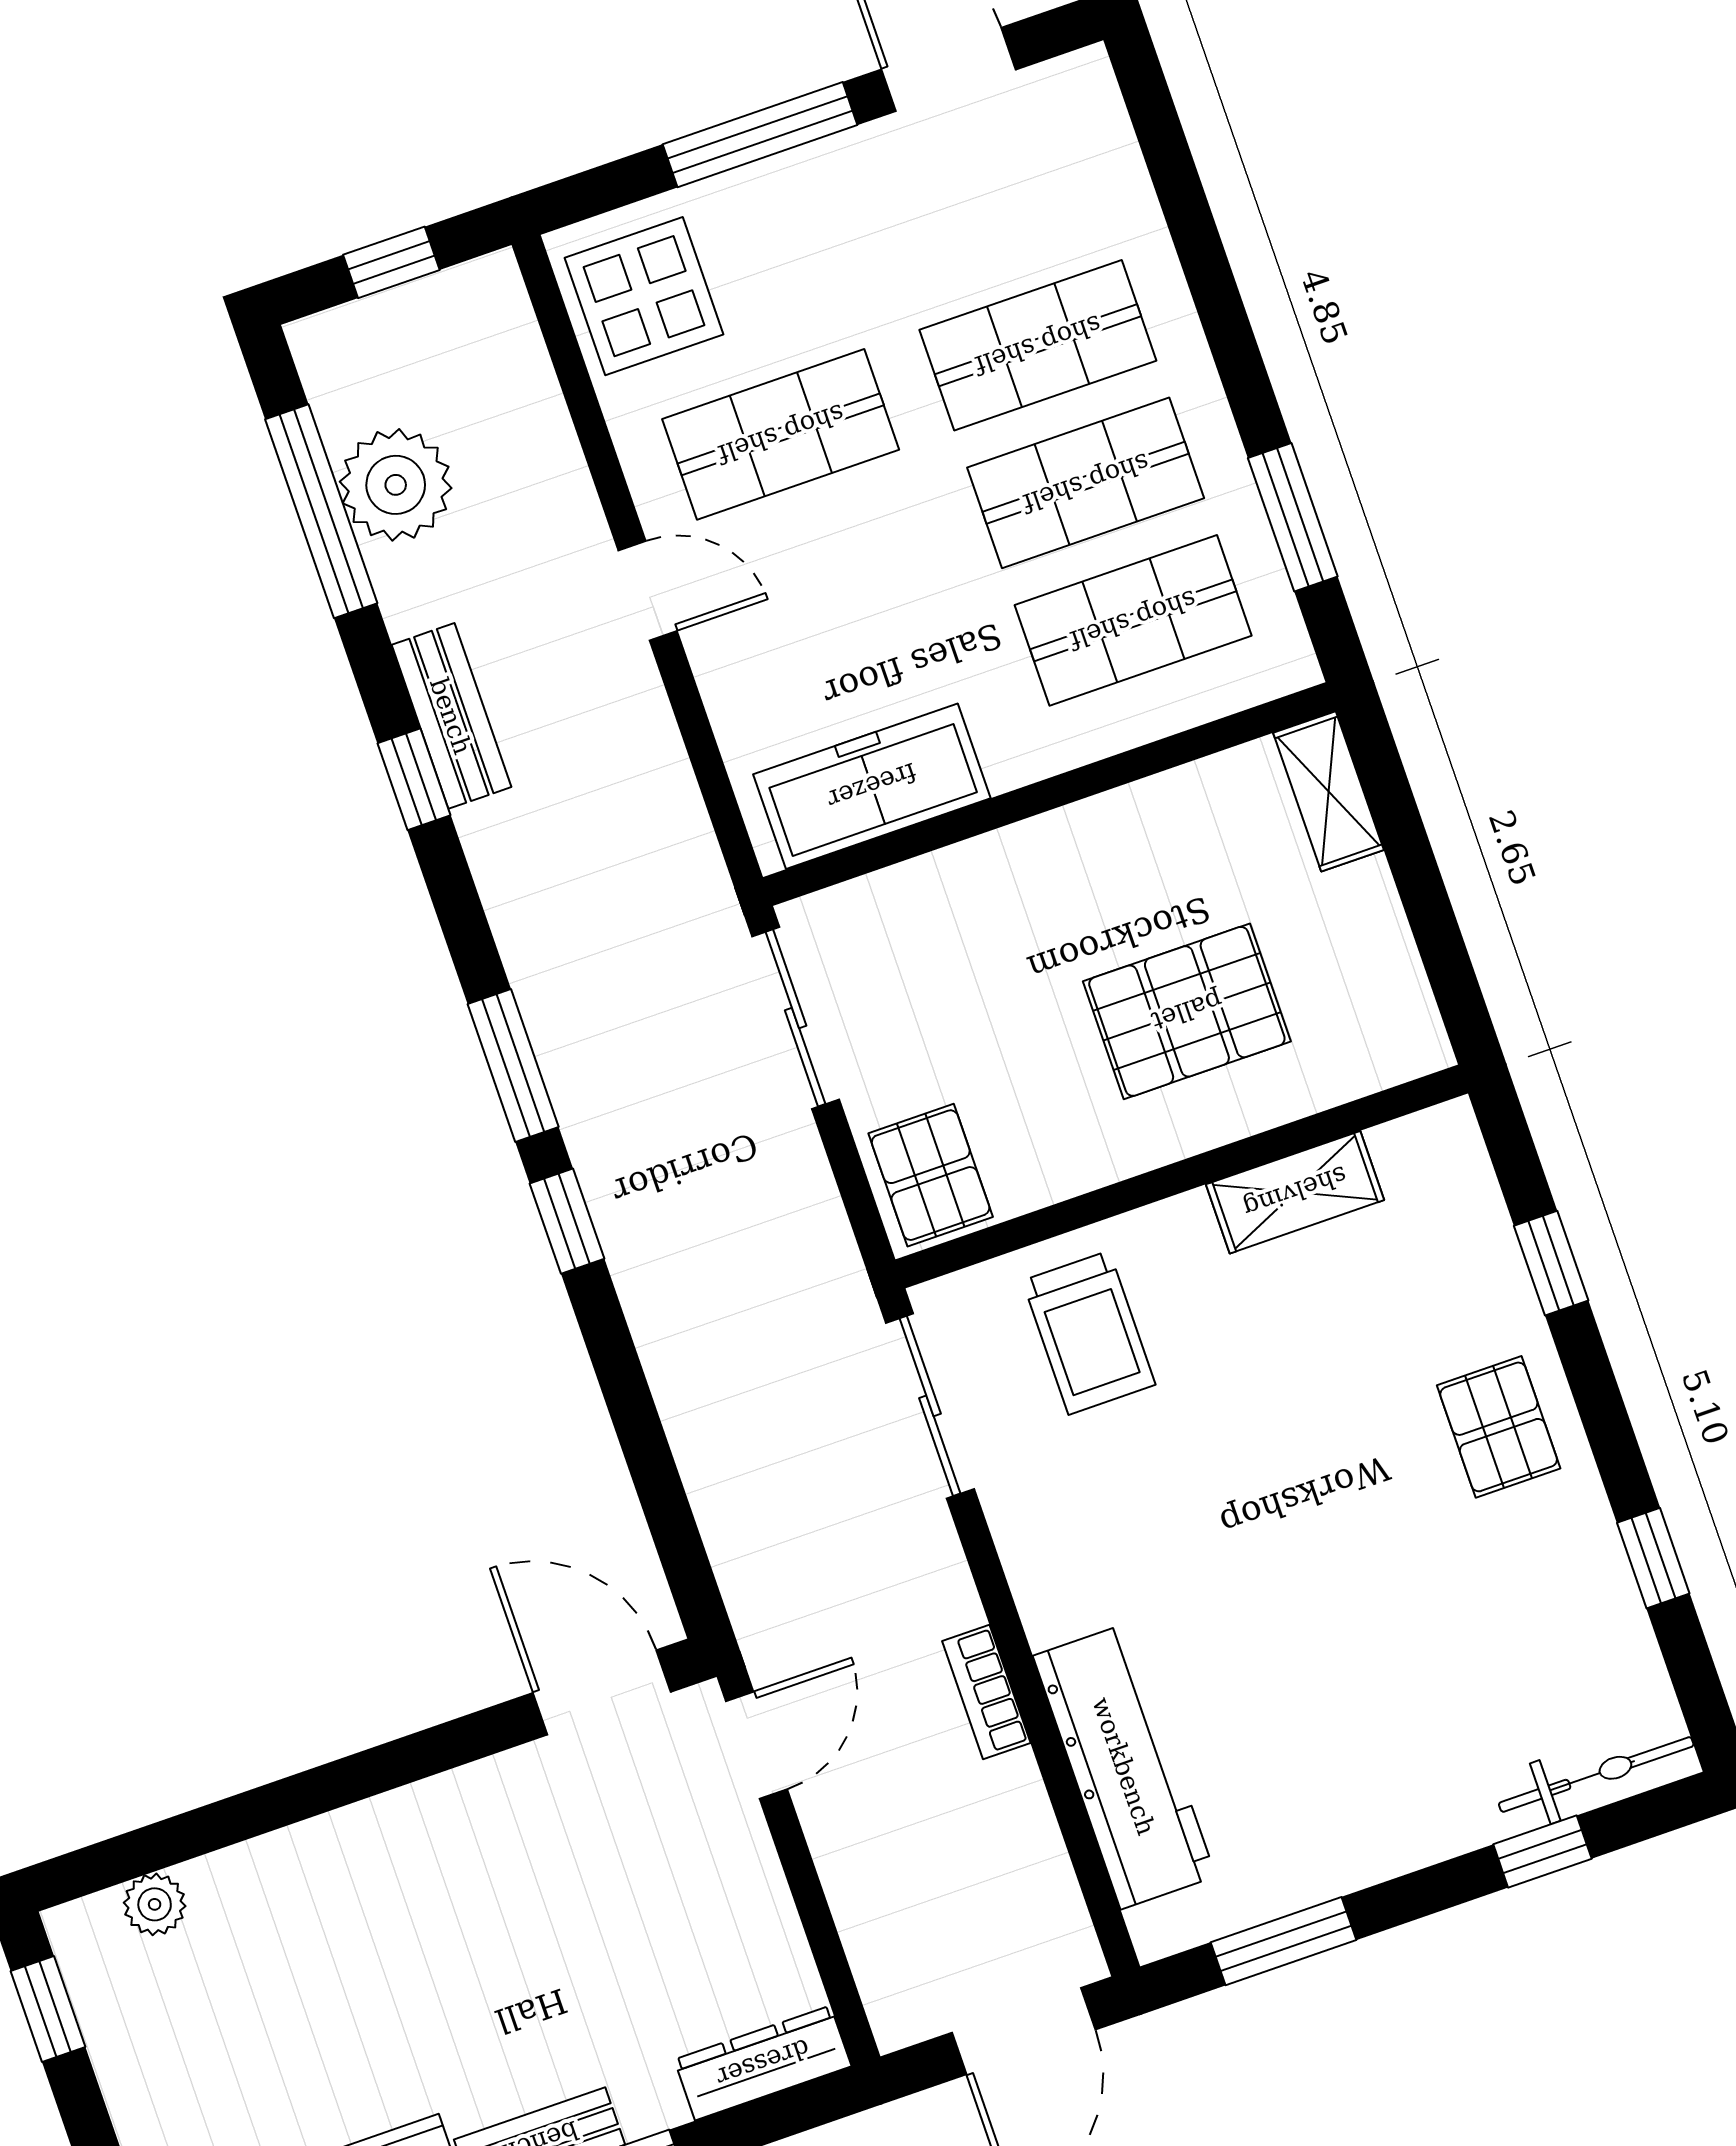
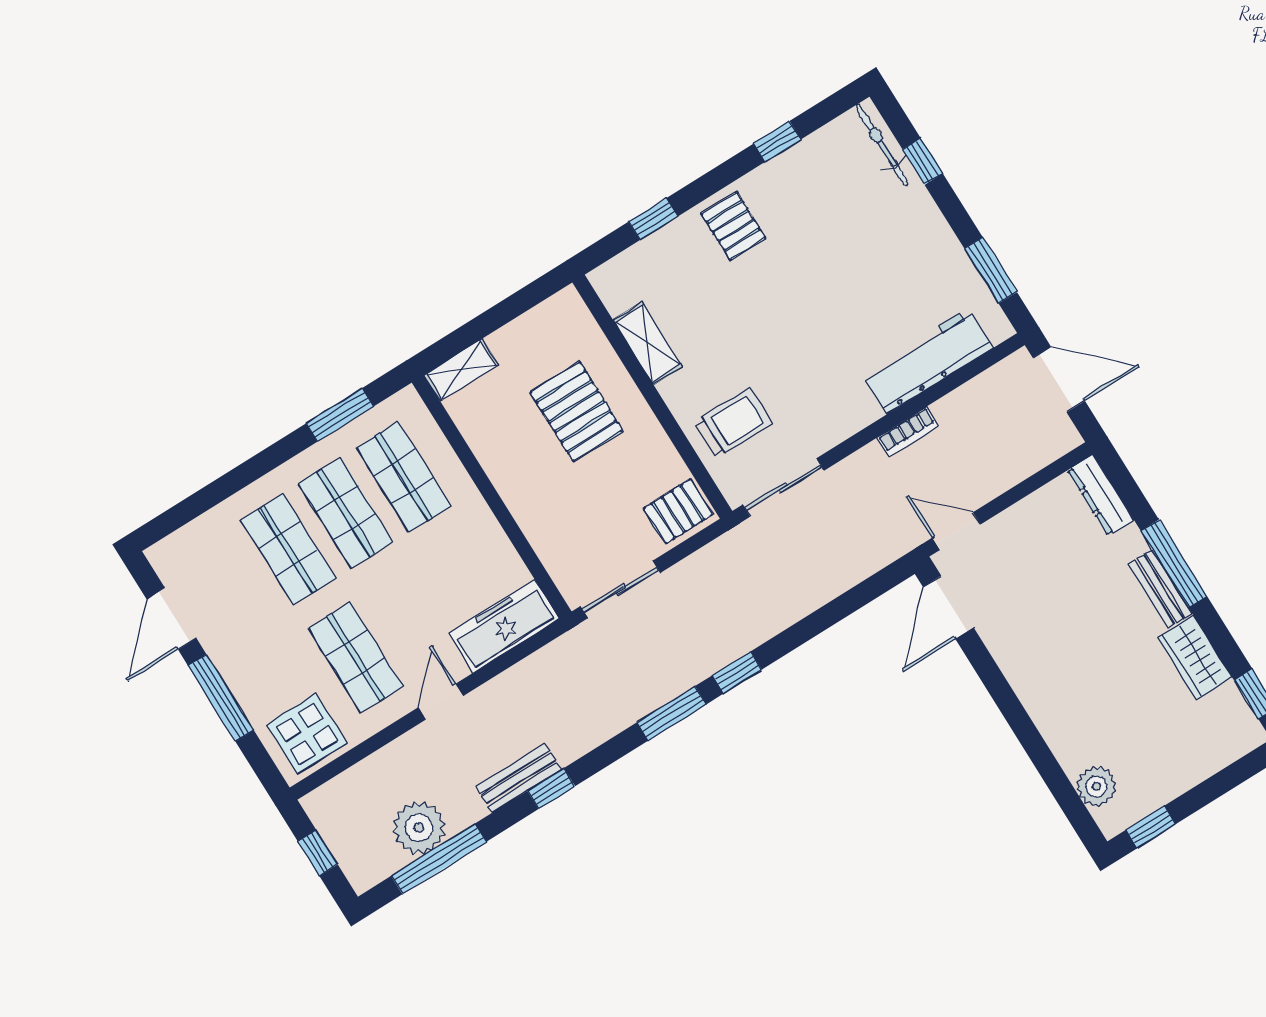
freezer: (872, 786) -> (504, 626), moved, turned 90
pallet: (1499, 1427) -> (733, 226), turned 90
plant: (155, 1904) -> (1096, 786), width x1.38, depth x1.38

